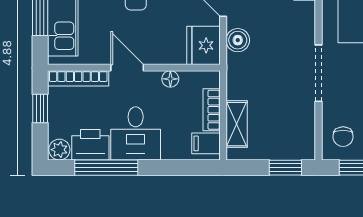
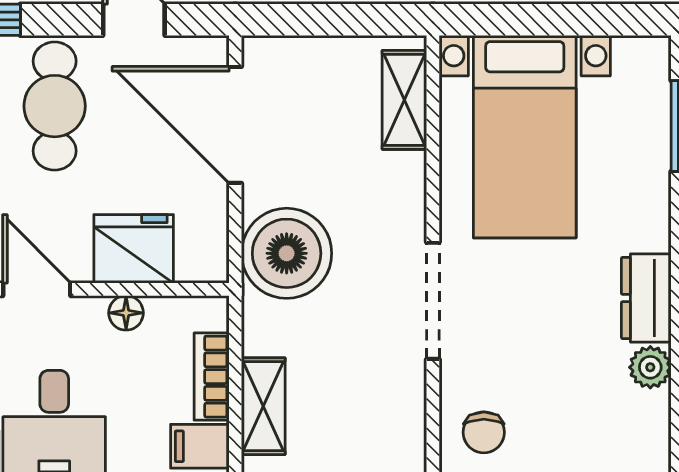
boiler: (238, 40) -> (287, 253), width x1.86, depth x1.86
fridge: (203, 45) -> (134, 249), moved, turned 90

